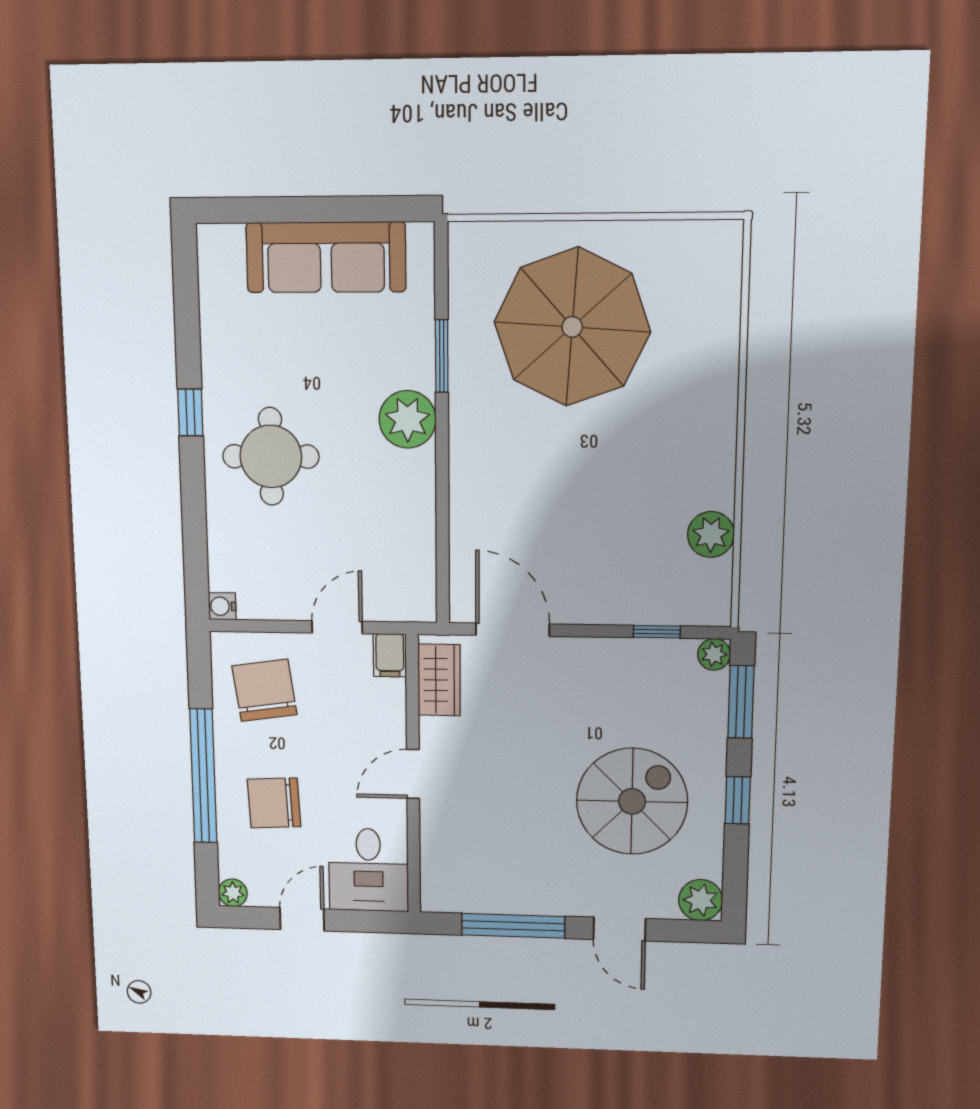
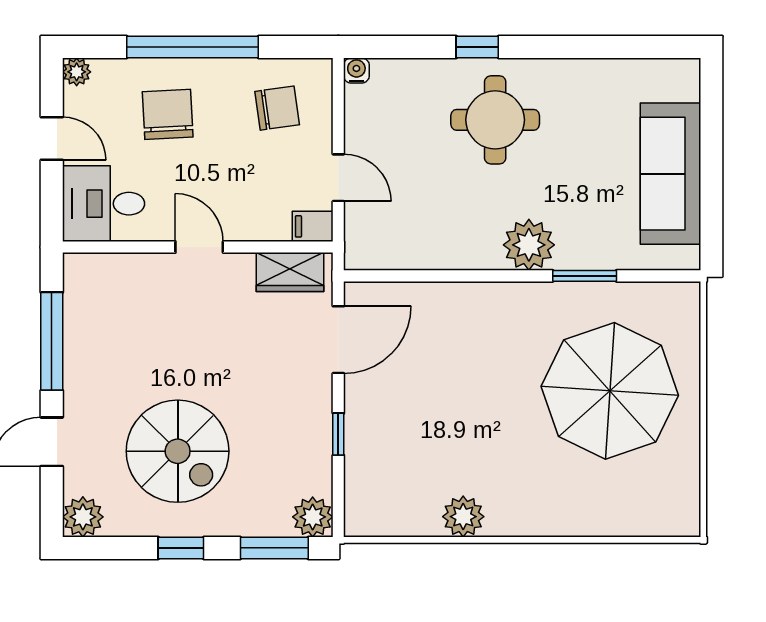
window: (190, 412) -> (477, 47), moved
plant: (711, 534) -> (463, 517), moved
window: (657, 632) -> (338, 434), moved
plant: (714, 654) -> (313, 517), width x1.38, depth x1.38
chair: (264, 690) -> (277, 108), width x0.73, depth x0.73

